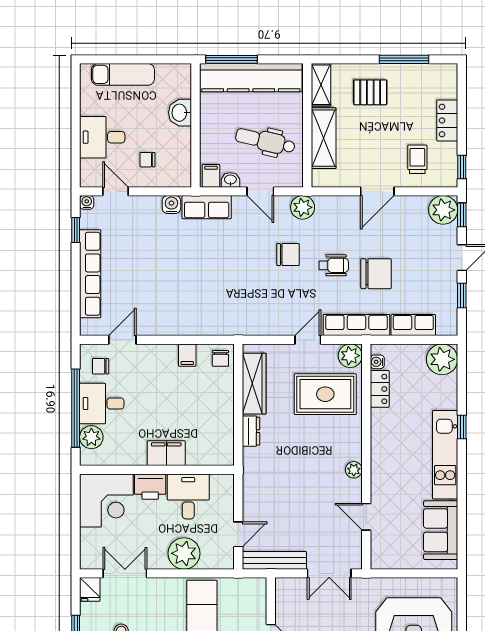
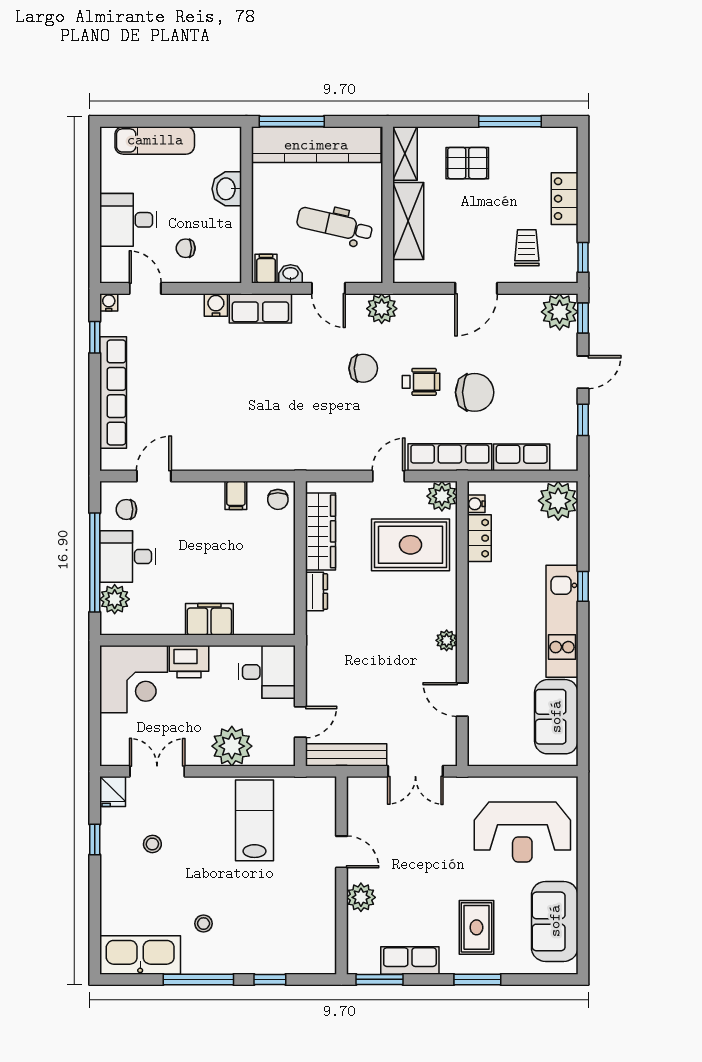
desk: (188, 496) -> (267, 672), moved, turned 90

